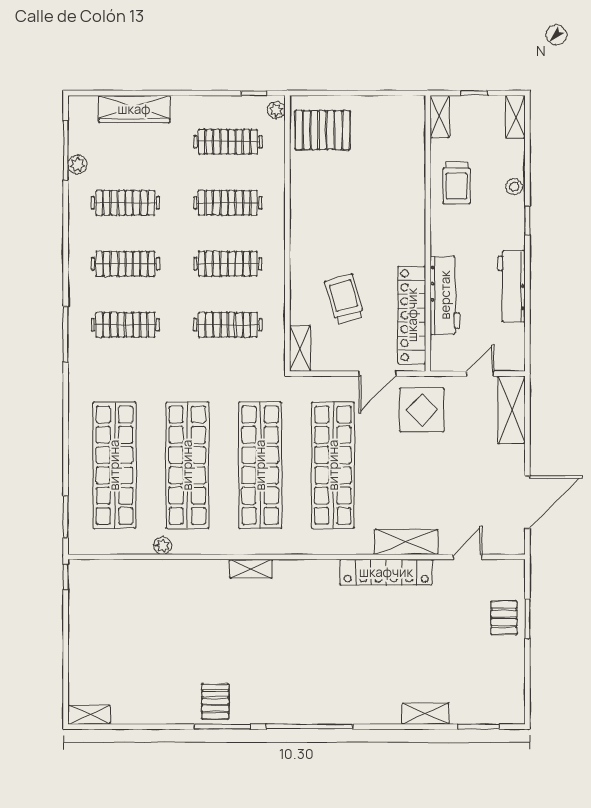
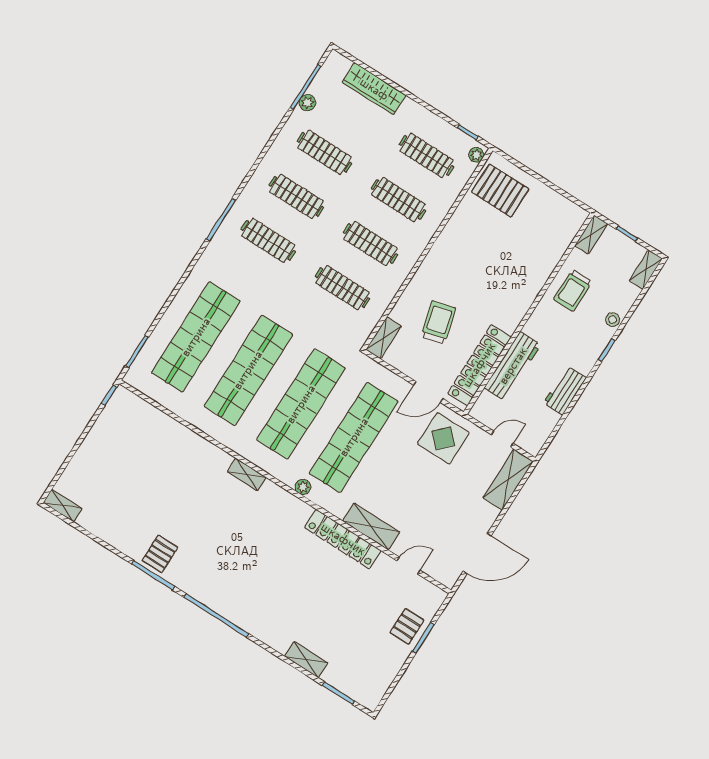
workbench: (512, 286) -> (565, 390), width x0.73
plant: (163, 546) -> (303, 487), moved

